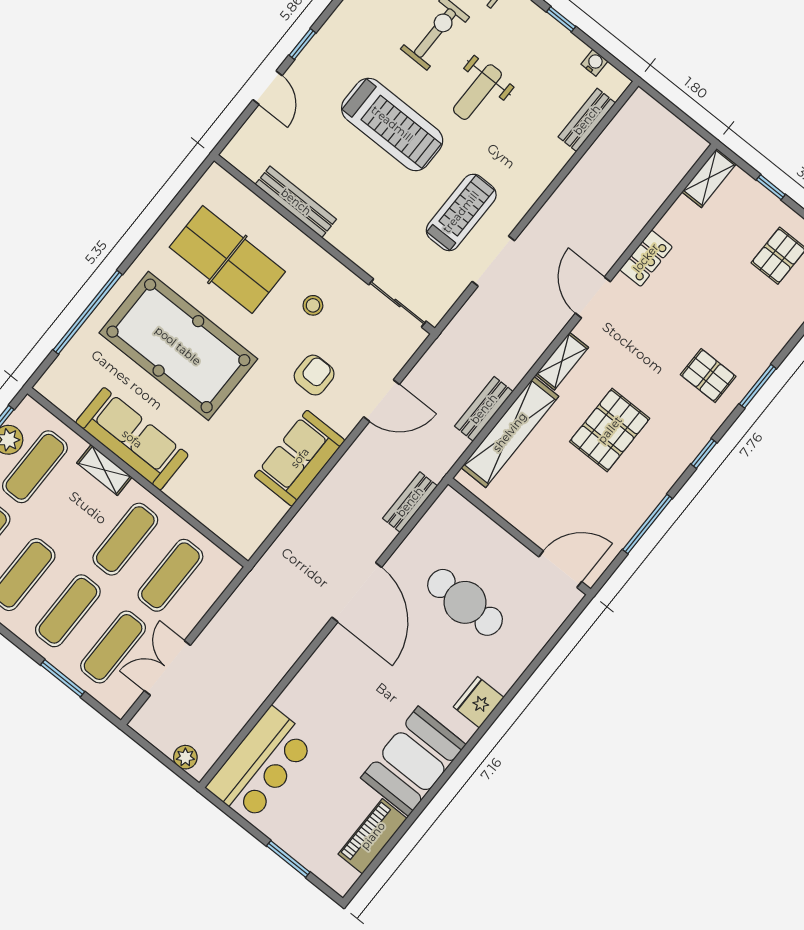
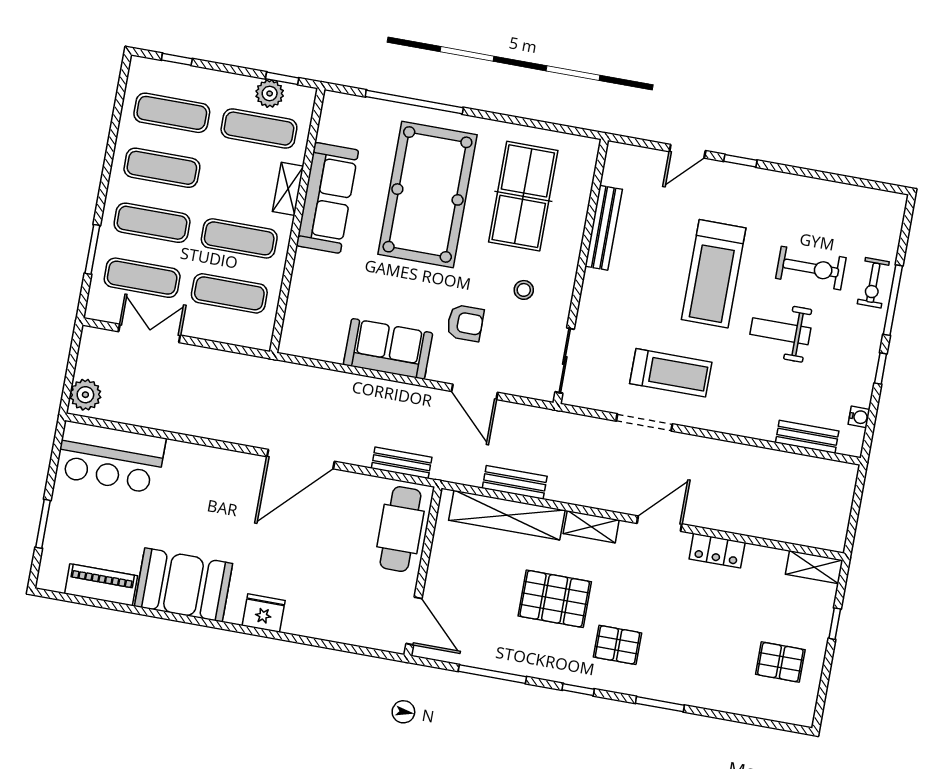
pallet: (708, 376) -> (617, 645), moved, turned 90
cafe table: (465, 602) -> (401, 529), moved
plant: (185, 757) -> (85, 395), width x1.38, depth x1.38

